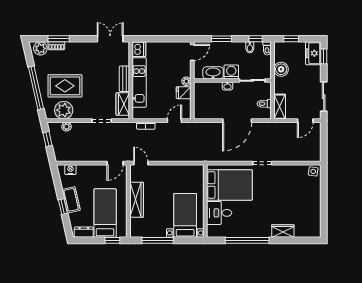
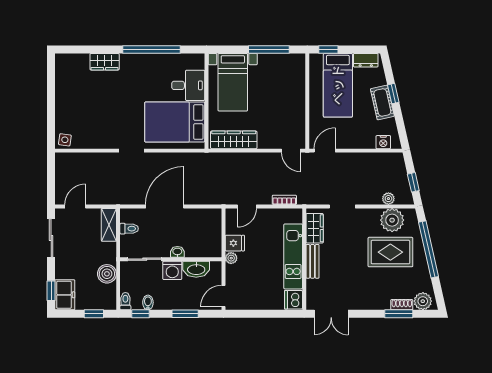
wardrobe: (137, 200) -> (234, 140), moved, turned 90

